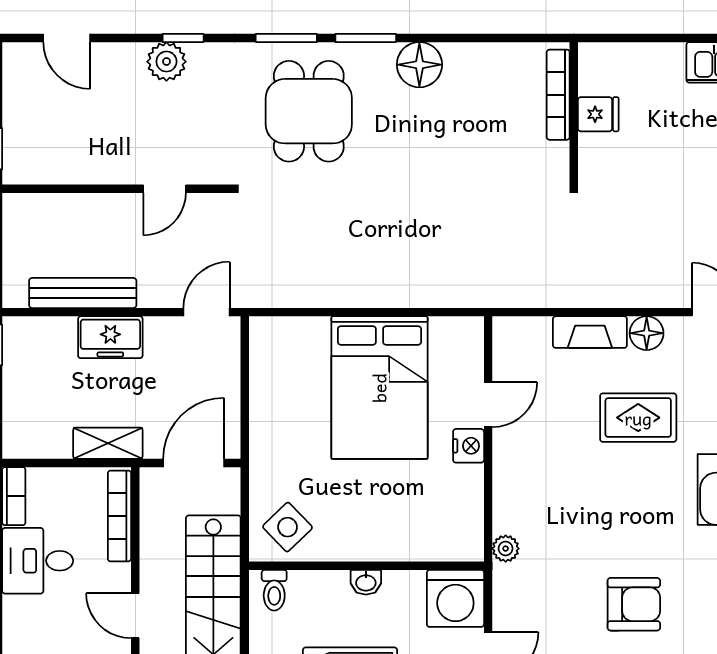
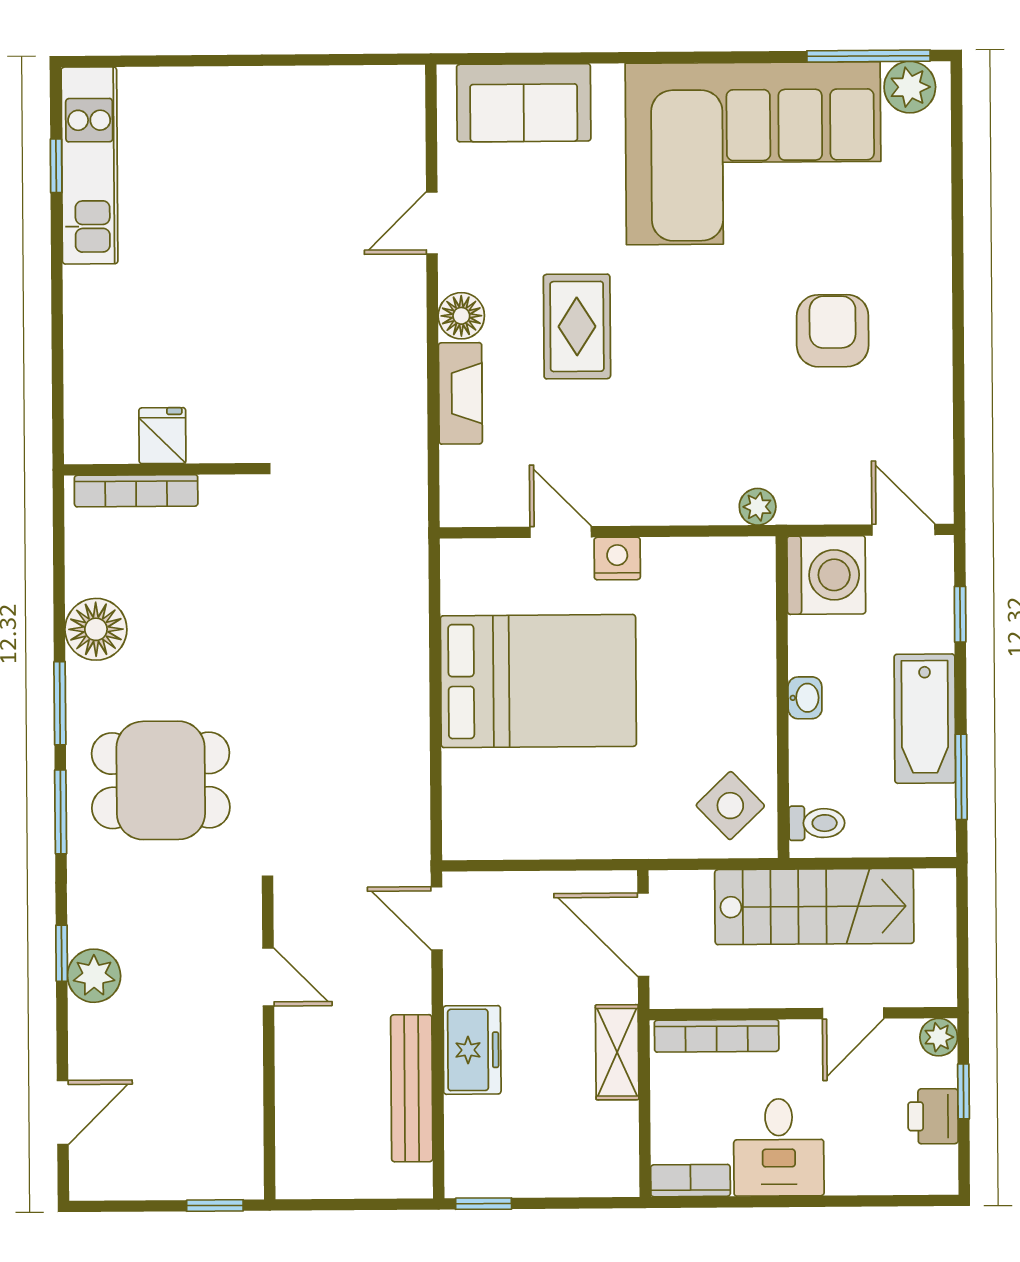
bookcase: (558, 95) -> (136, 491), moved
wall: (574, 113) -> (161, 469), moved
fridge: (598, 114) -> (162, 436), moved

